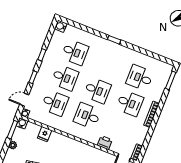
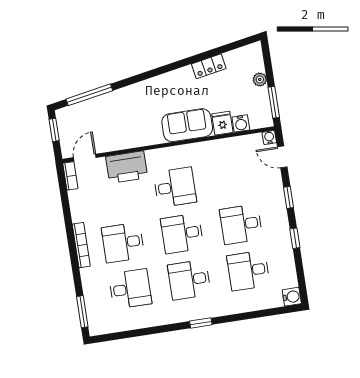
door: (24, 100) -> (282, 157), swing flipped
desk: (55, 103) -> (189, 280), moved
water cooler: (22, 123) -> (241, 123), moved
sofa: (63, 143) -> (187, 125), added
printer: (105, 143) -> (127, 167), width x1.87, depth x1.48

